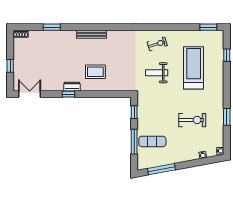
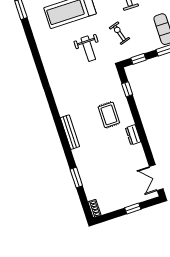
exercise bike: (157, 44) -> (119, 33), moved
window: (68, 94) -> (127, 89), moved

